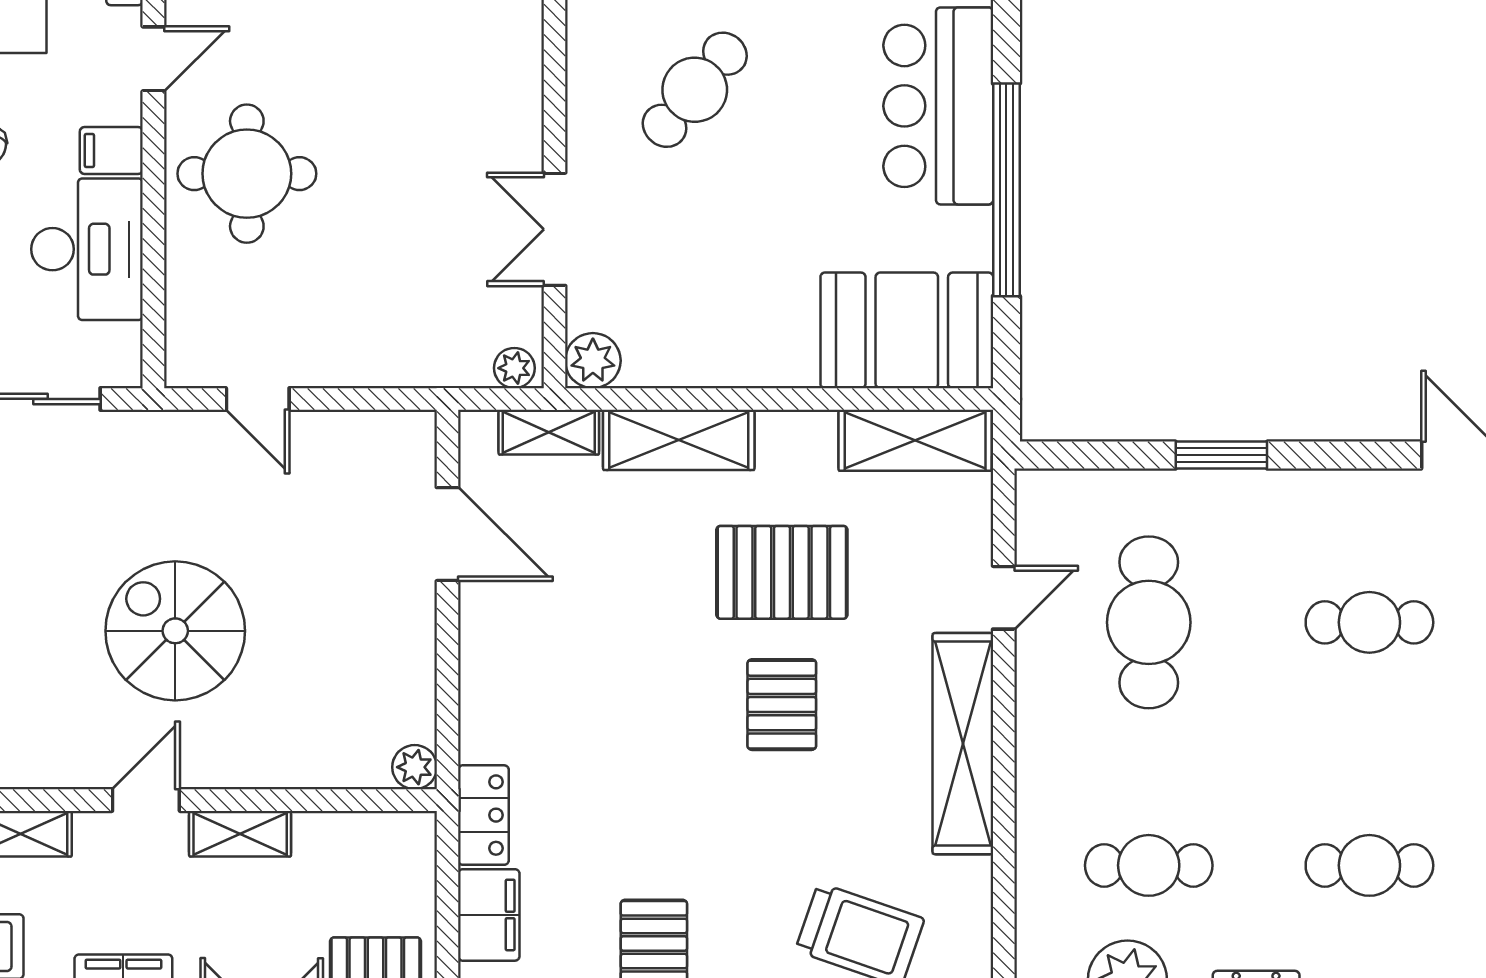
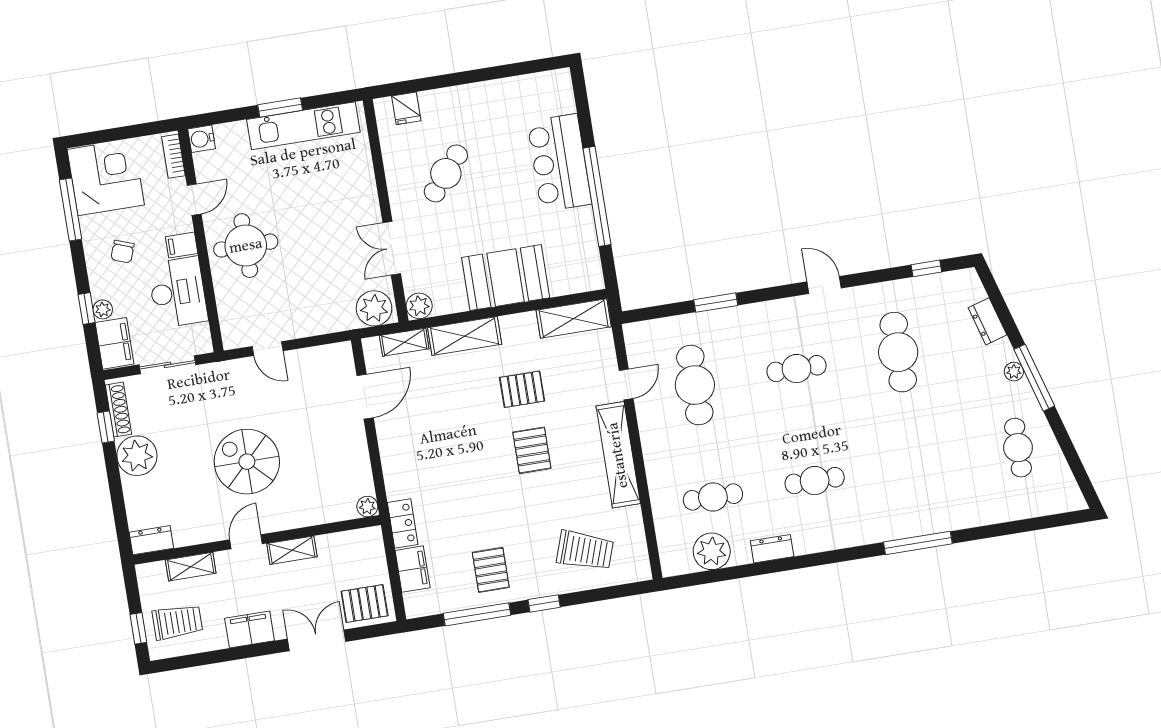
booth: (907, 330) -> (506, 278), moved
plant: (514, 368) -> (374, 308), width x1.87, depth x1.87
door: (448, 534) -> (365, 397), hinge flipped
pallet: (782, 572) -> (522, 389), width x0.67, depth x0.71

